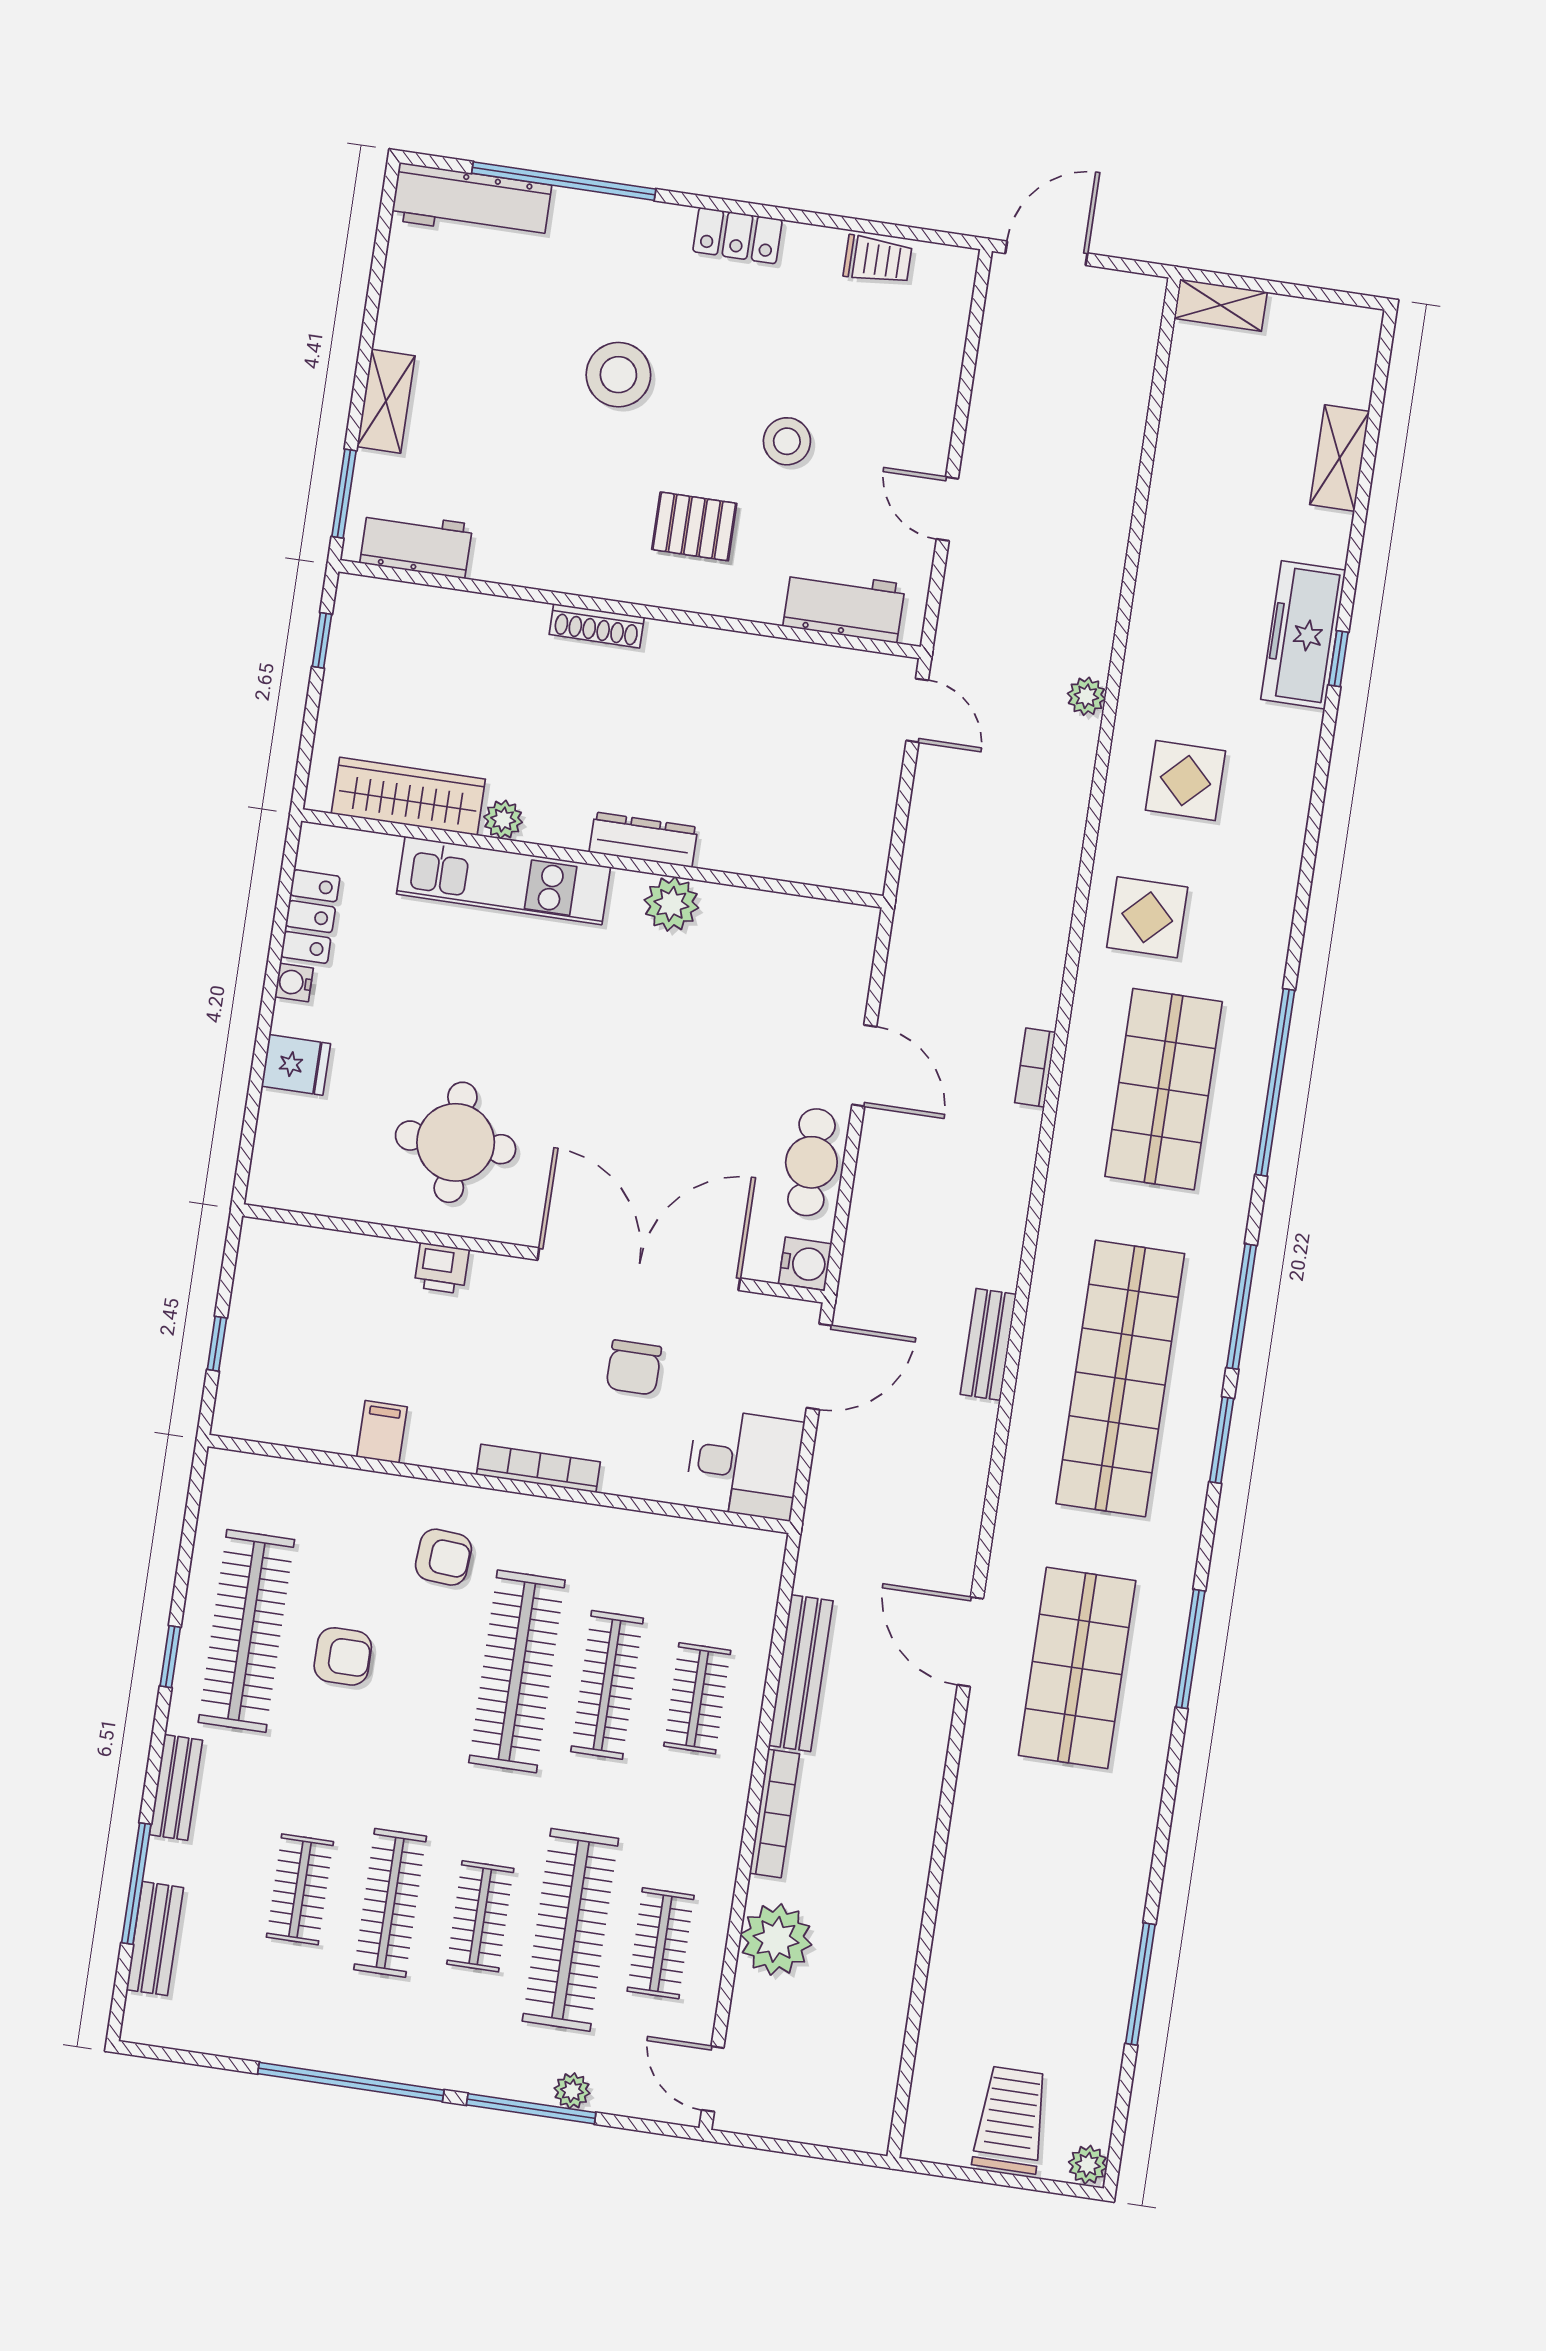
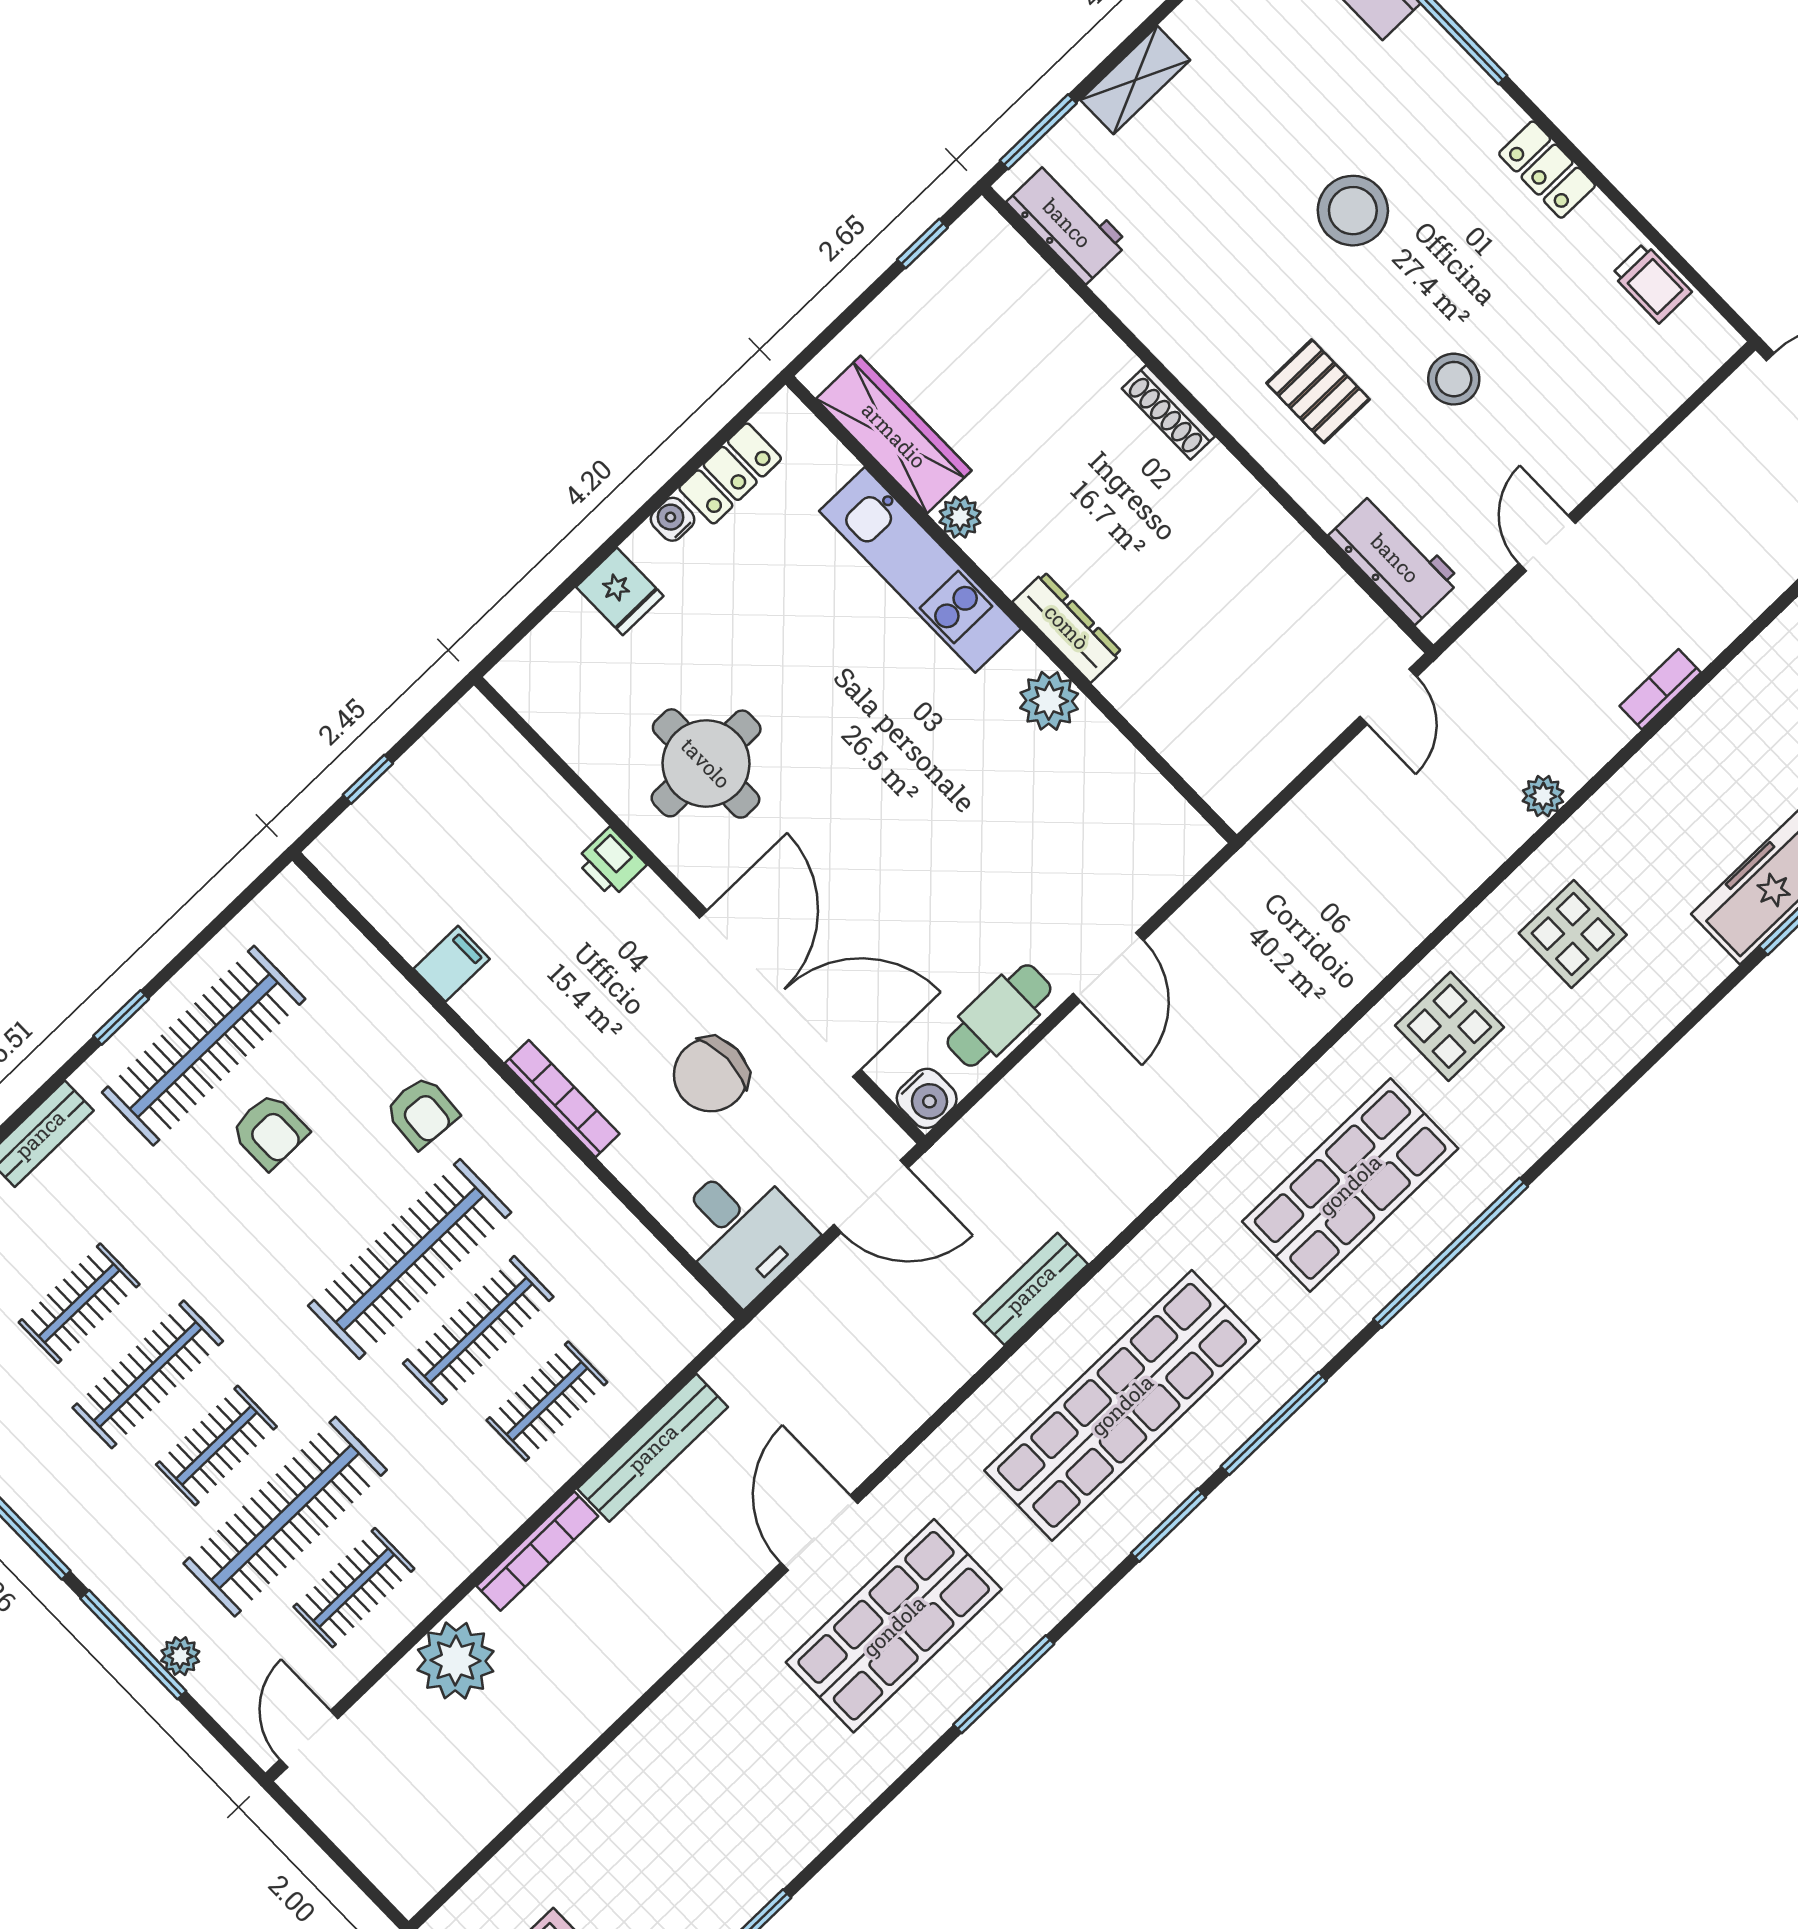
bookcase: (1035, 1068) -> (1660, 689), moved
chair: (634, 1368) -> (711, 1075), width x1.37, depth x1.37

